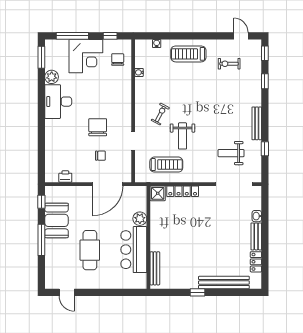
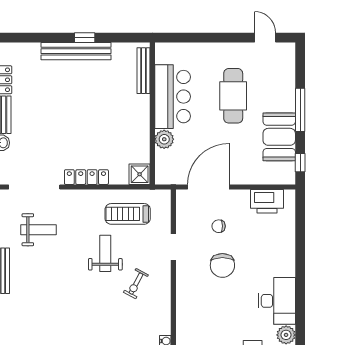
printer: (65, 176) -> (267, 201), width x1.87, depth x1.48
locker: (183, 191) -> (86, 177), moved
bench: (224, 283) -> (76, 51), moved

